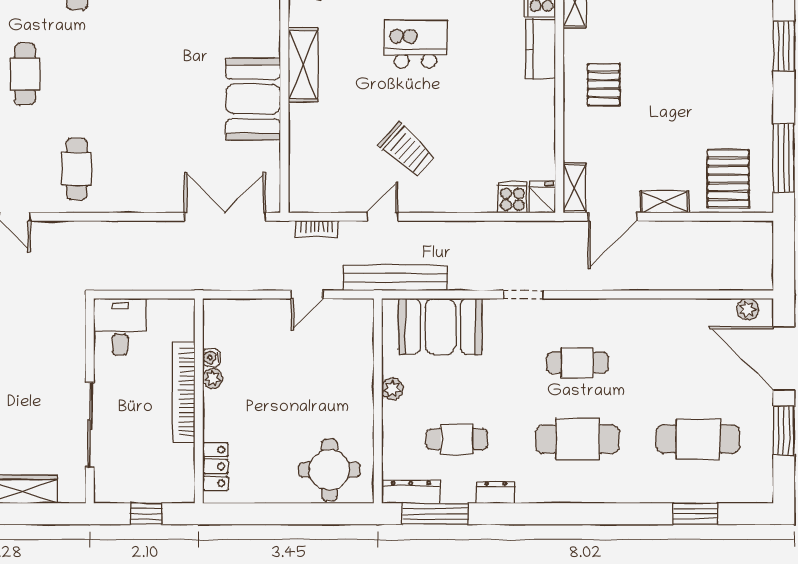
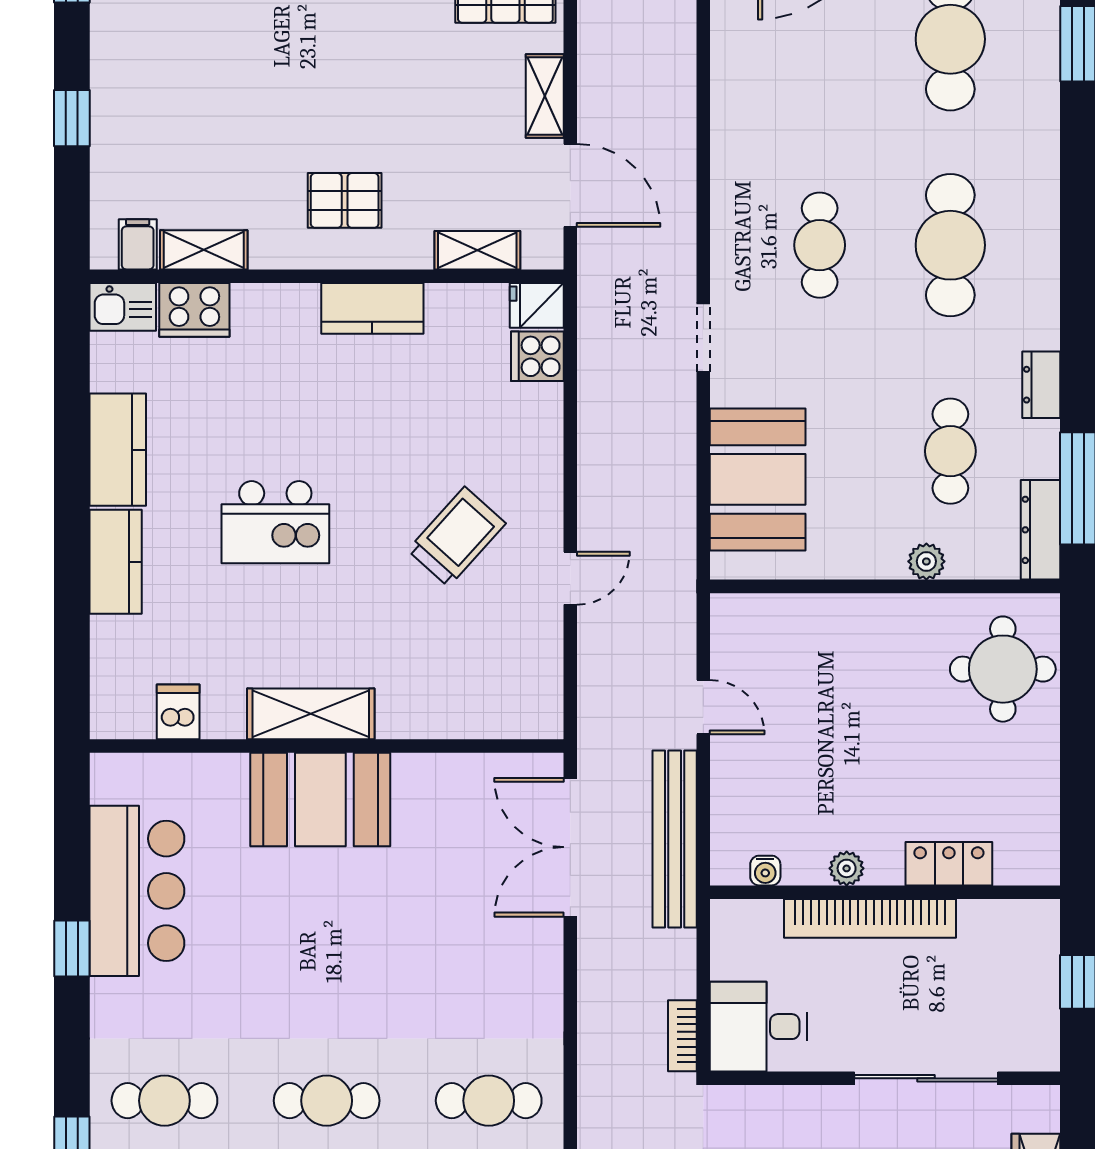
kitchen island: (415, 44) -> (275, 522), turned -90
kitchen counter: (540, 49) -> (372, 308), moved
cafe table: (77, 74) -> (327, 1101), added
booth: (253, 99) -> (320, 799), moved
shelving: (574, 188) -> (477, 250), moved
door: (383, 217) -> (570, 578), swing flipped
bookcase: (317, 229) -> (682, 1036), moved, turned 180
bench: (395, 278) -> (675, 839), moved
water cooler: (211, 358) -> (765, 871), moved
plant: (392, 389) -> (926, 561), moved
locker: (215, 467) -> (949, 864), moved

